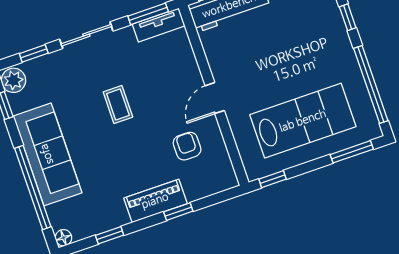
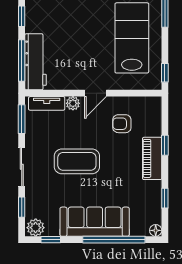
tv unit: (159, 25) -> (47, 103), moved, turned 90
plant: (192, 73) -> (73, 103), added
door: (215, 98) -> (95, 93), hinge flipped
coffee table: (118, 104) -> (77, 161), width x1.86, depth x1.72

